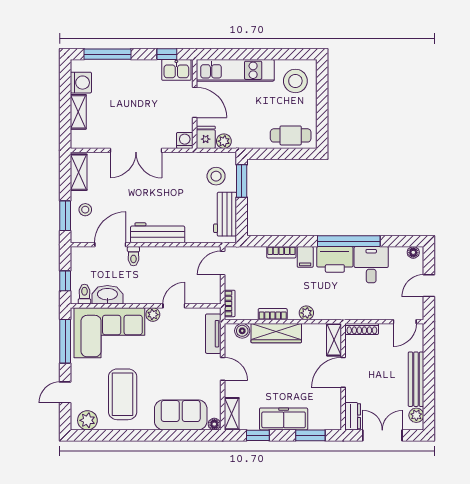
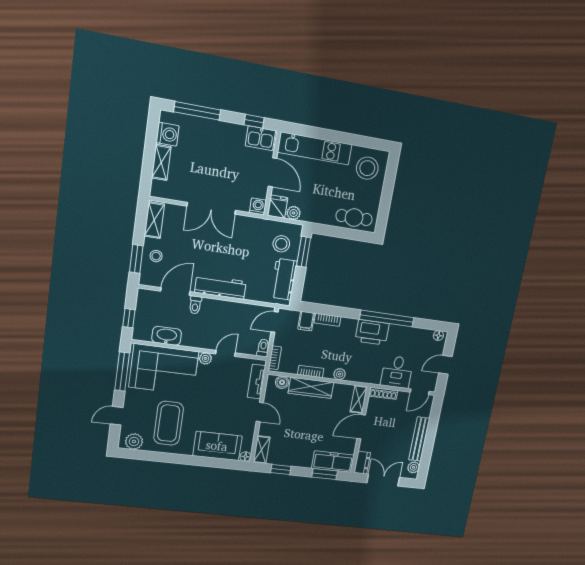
filing cabinet: (305, 257) -> (306, 321), moved
desk: (371, 265) -> (397, 372), moved, turned 180
toilet: (84, 294) -> (263, 348), moved
freezer: (284, 419) -> (333, 462), moved

